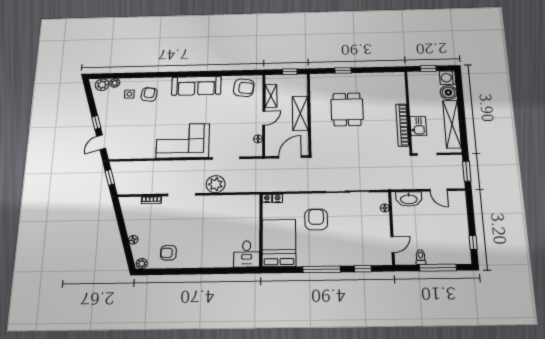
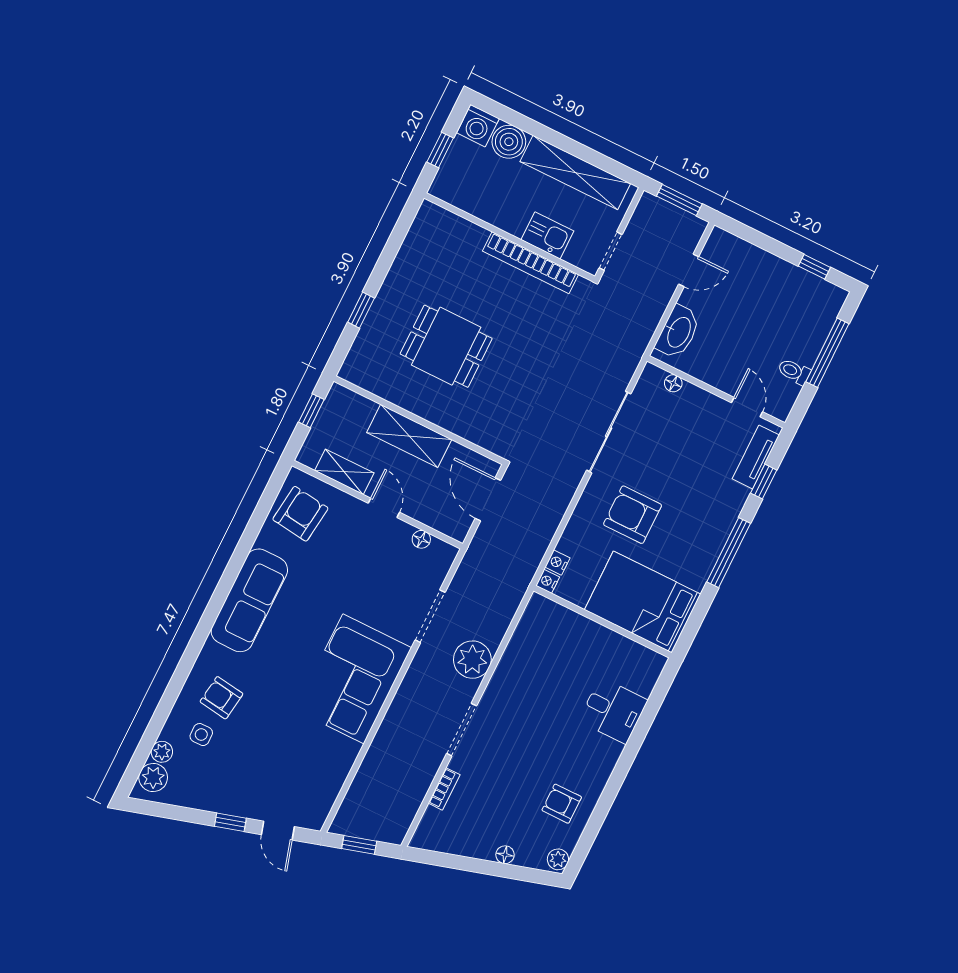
armchair: (168, 253) -> (562, 804), turned 90
desk: (247, 254) -> (613, 711), moved
tv unit: (372, 260) -> (756, 457), added

